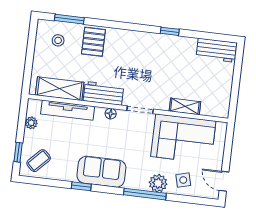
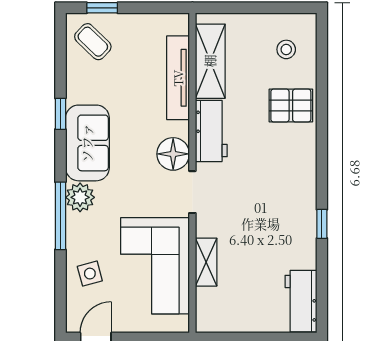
window: (69, 19) -> (322, 63), removed
floor lamp: (111, 114) -> (173, 154), width x1.89, depth x1.89
plant: (31, 123) -> (151, 23), removed
plant: (158, 183) -> (80, 197), moved

